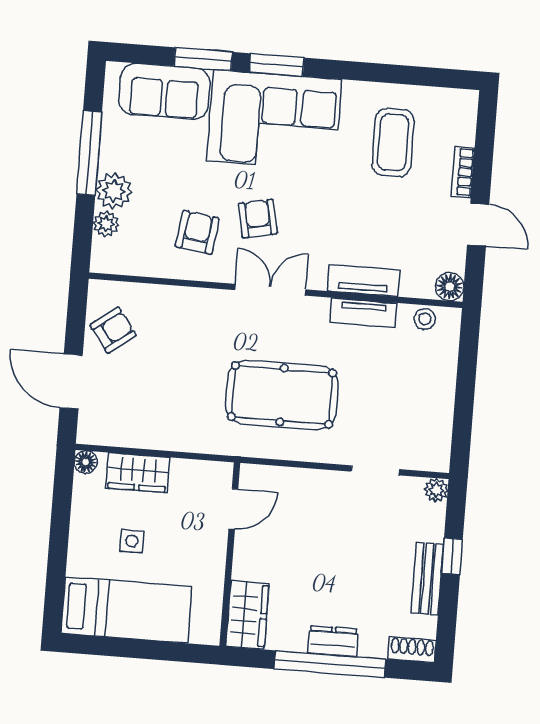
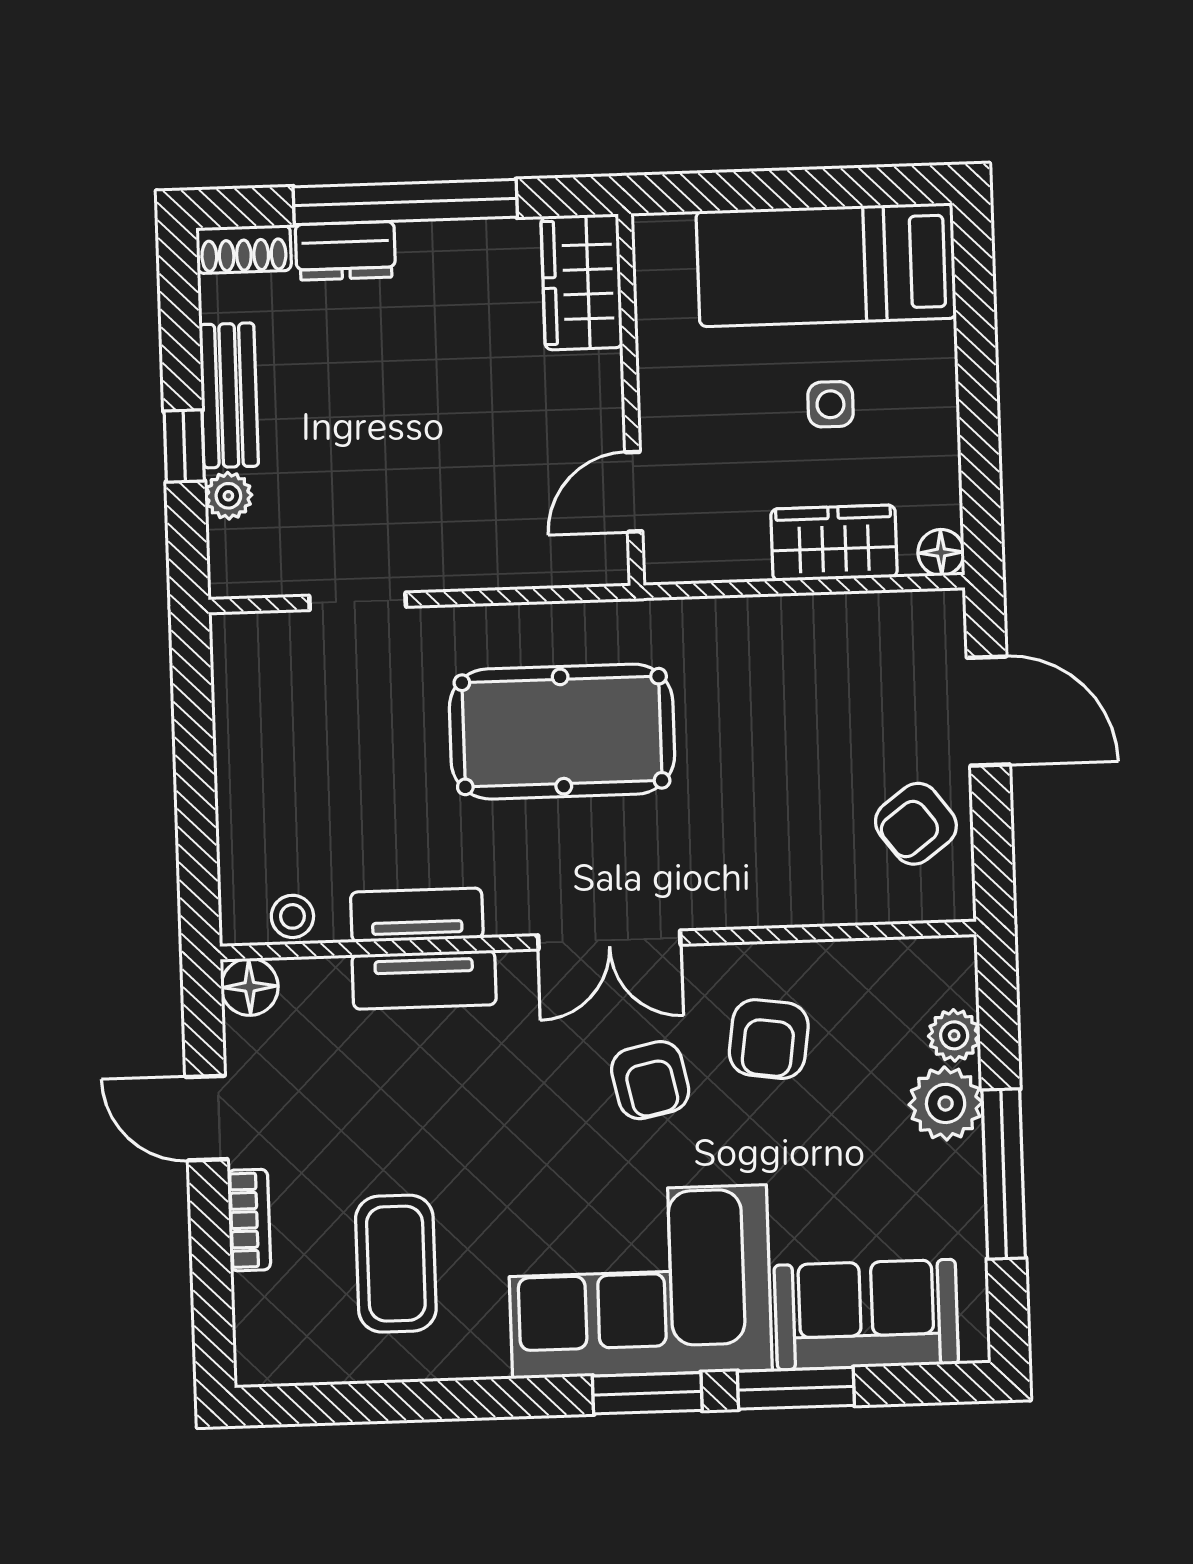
plant: (436, 490) -> (228, 496), moved
dresser: (333, 641) -> (345, 251), moved

